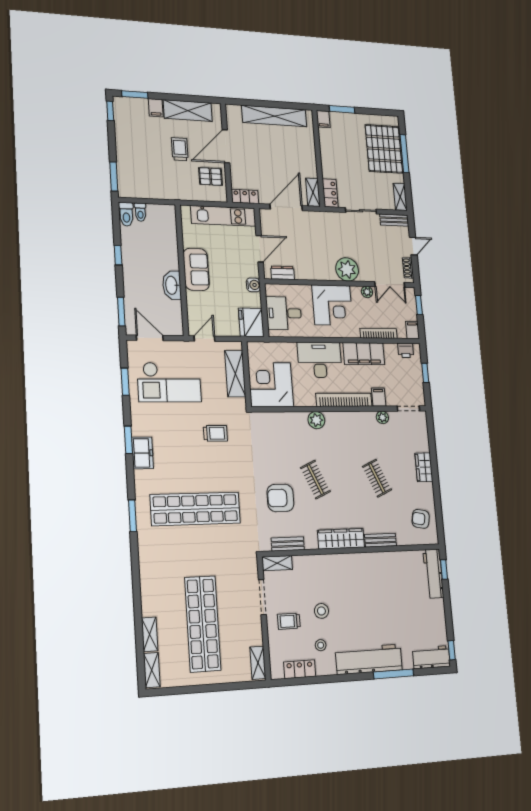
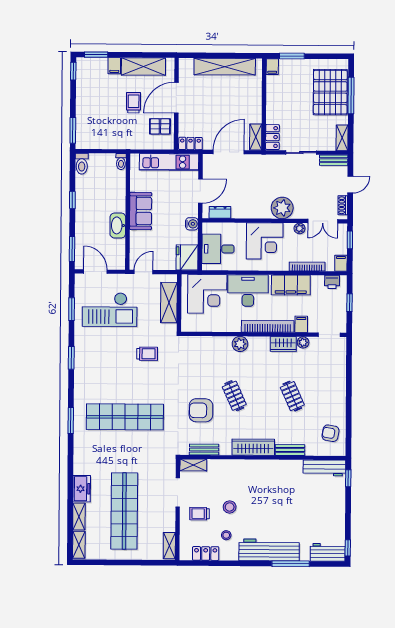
toilet: (140, 212) -> (121, 162), moved
corner desk: (271, 385) -> (207, 294), moved, turned 180
freezer: (142, 453) -> (82, 489), moved
wardrobe: (424, 467) -> (283, 344), moved, turned -90
workbench: (433, 574) -> (324, 468), moved, turned -90

